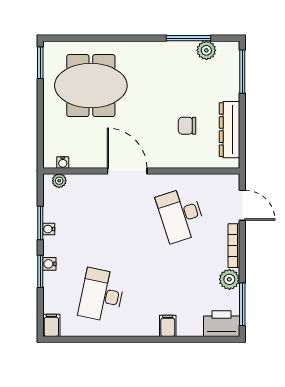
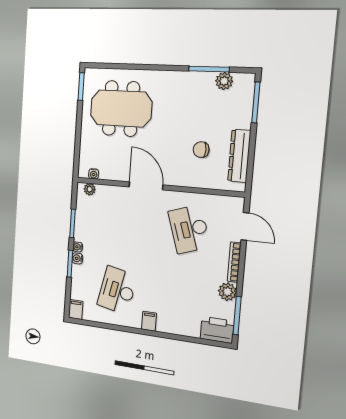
water cooler: (49, 229) -> (78, 247), moved
filing cabinet: (168, 326) -> (149, 321), moved

